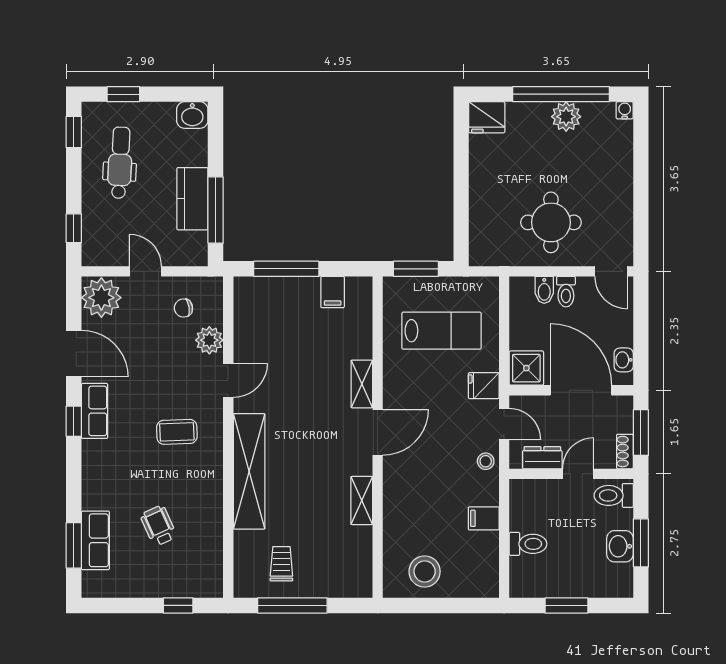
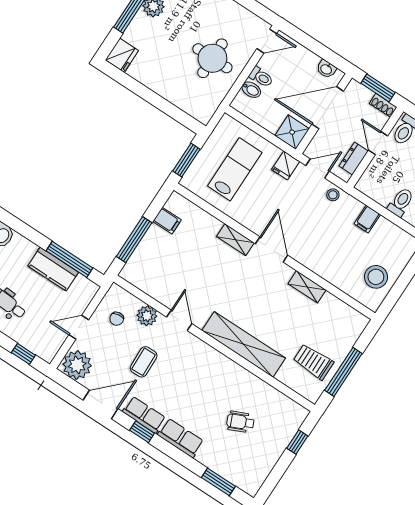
coffee table: (177, 432) -> (144, 362), moved
row of seats: (95, 540) -> (181, 438), moved
trolley: (281, 564) -> (313, 362), width x1.36, depth x1.39

